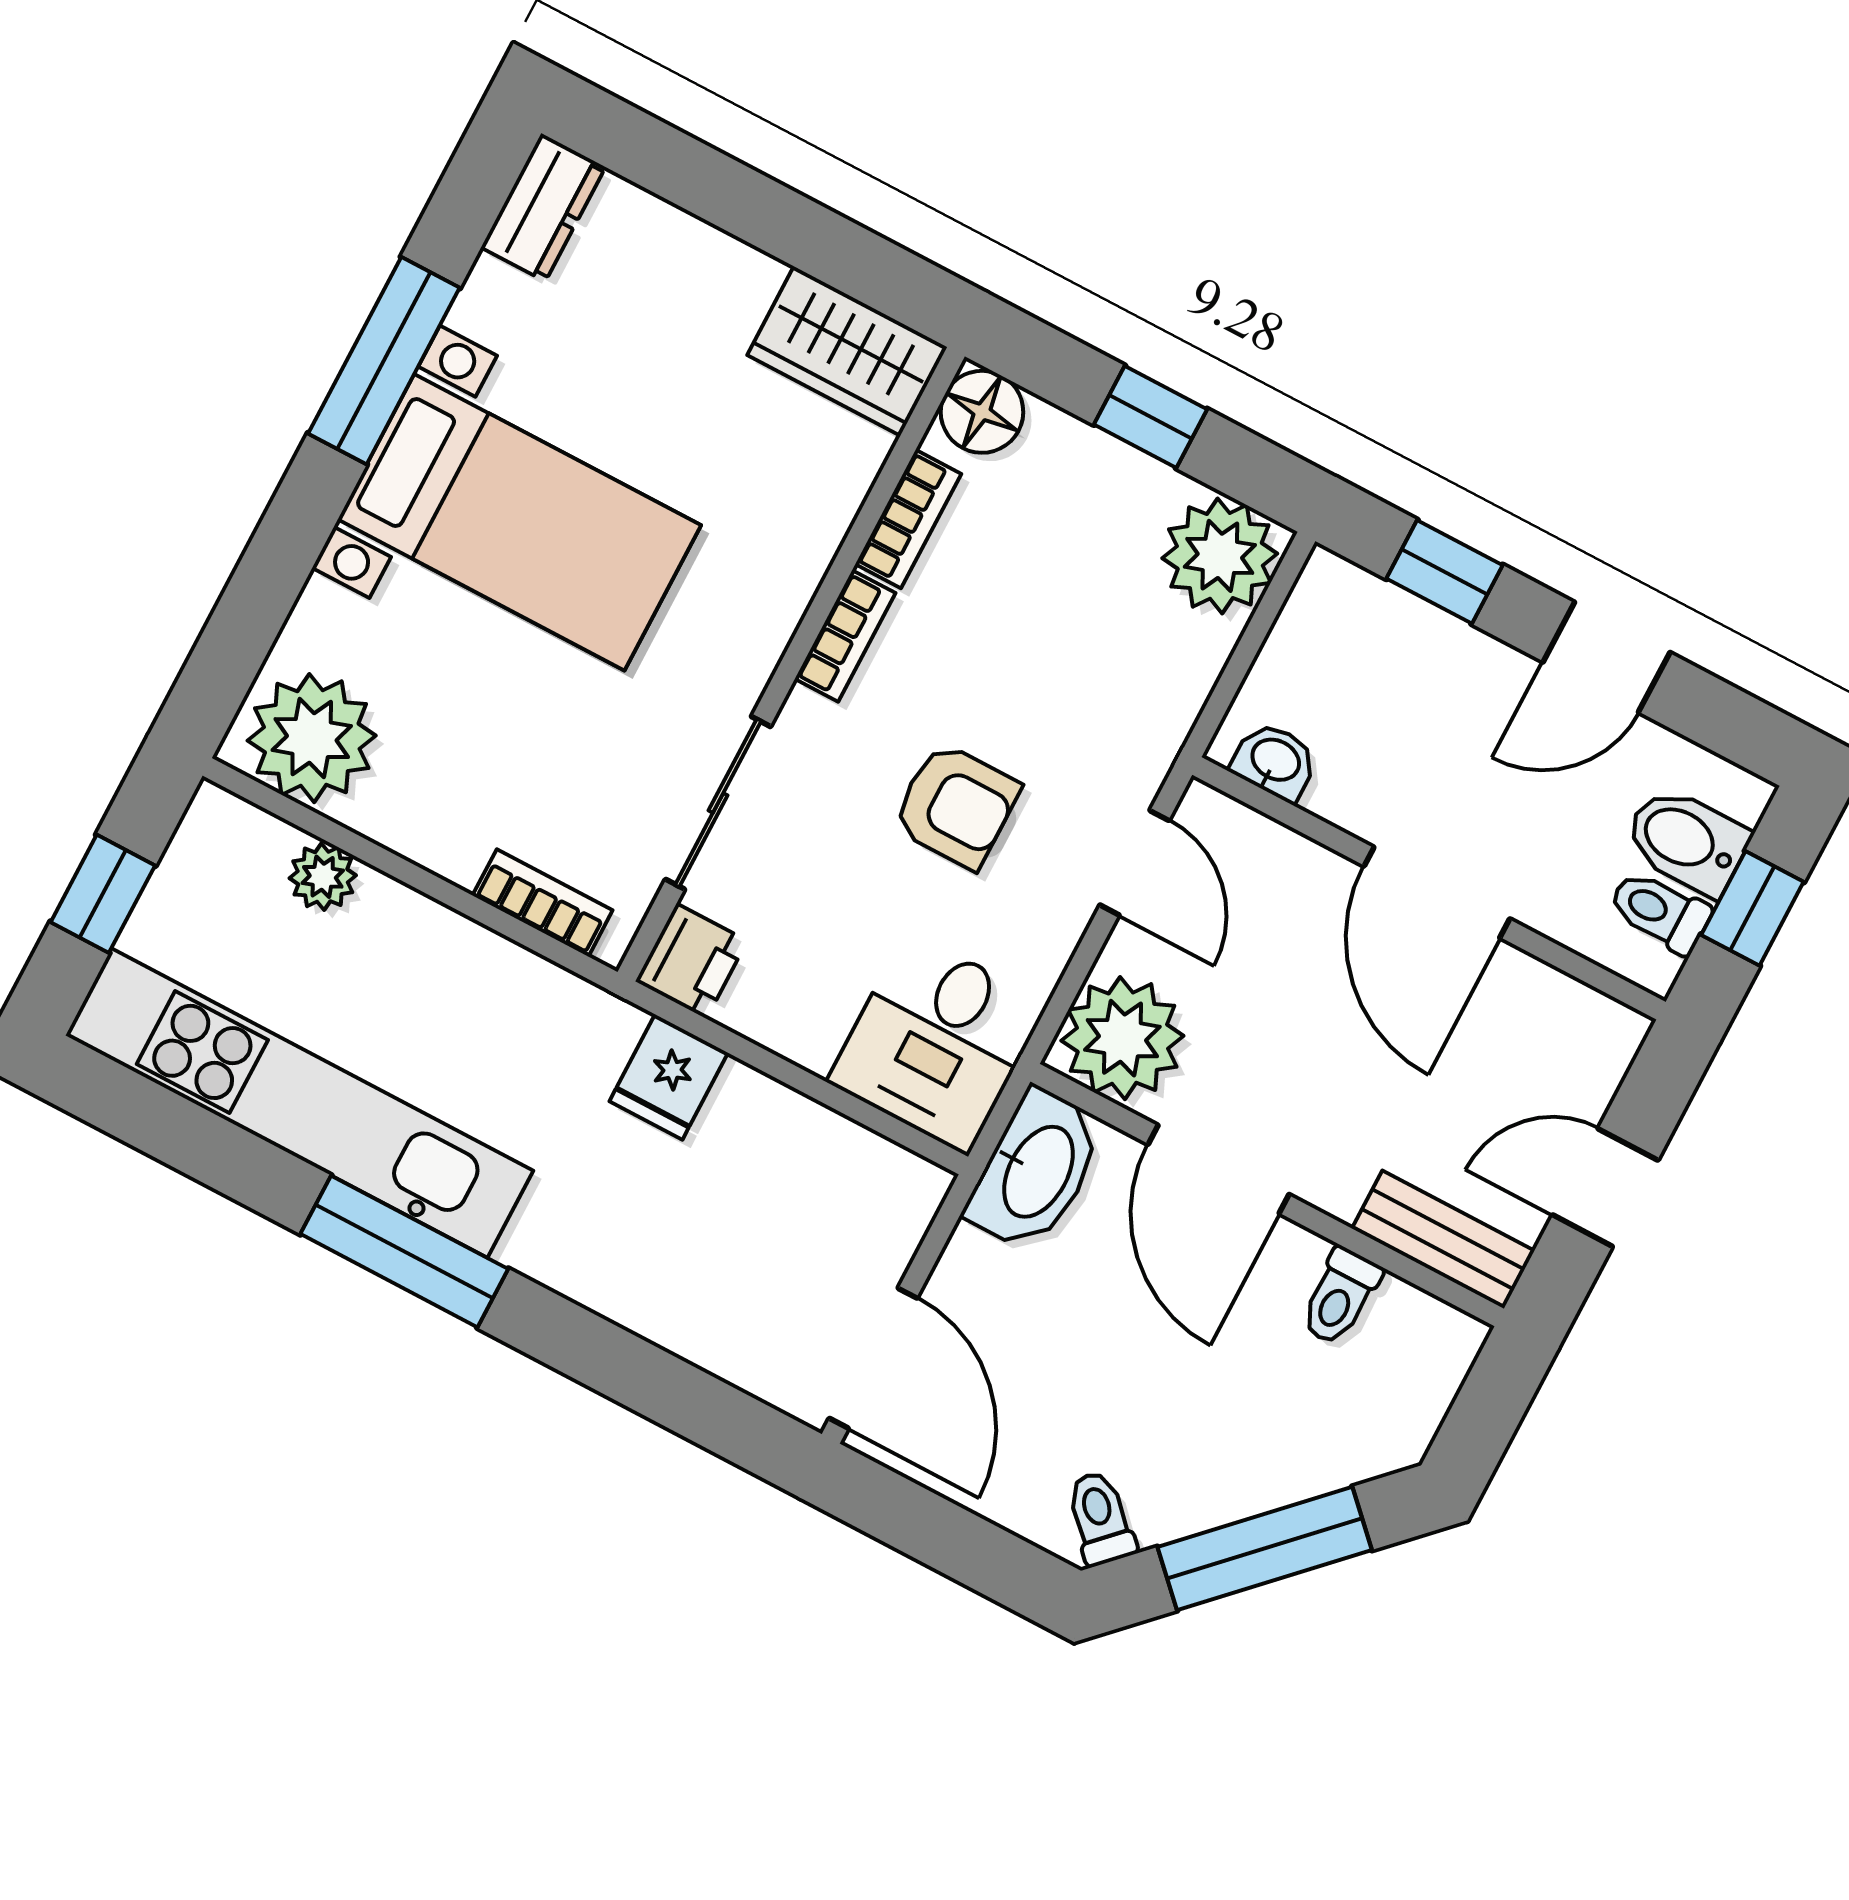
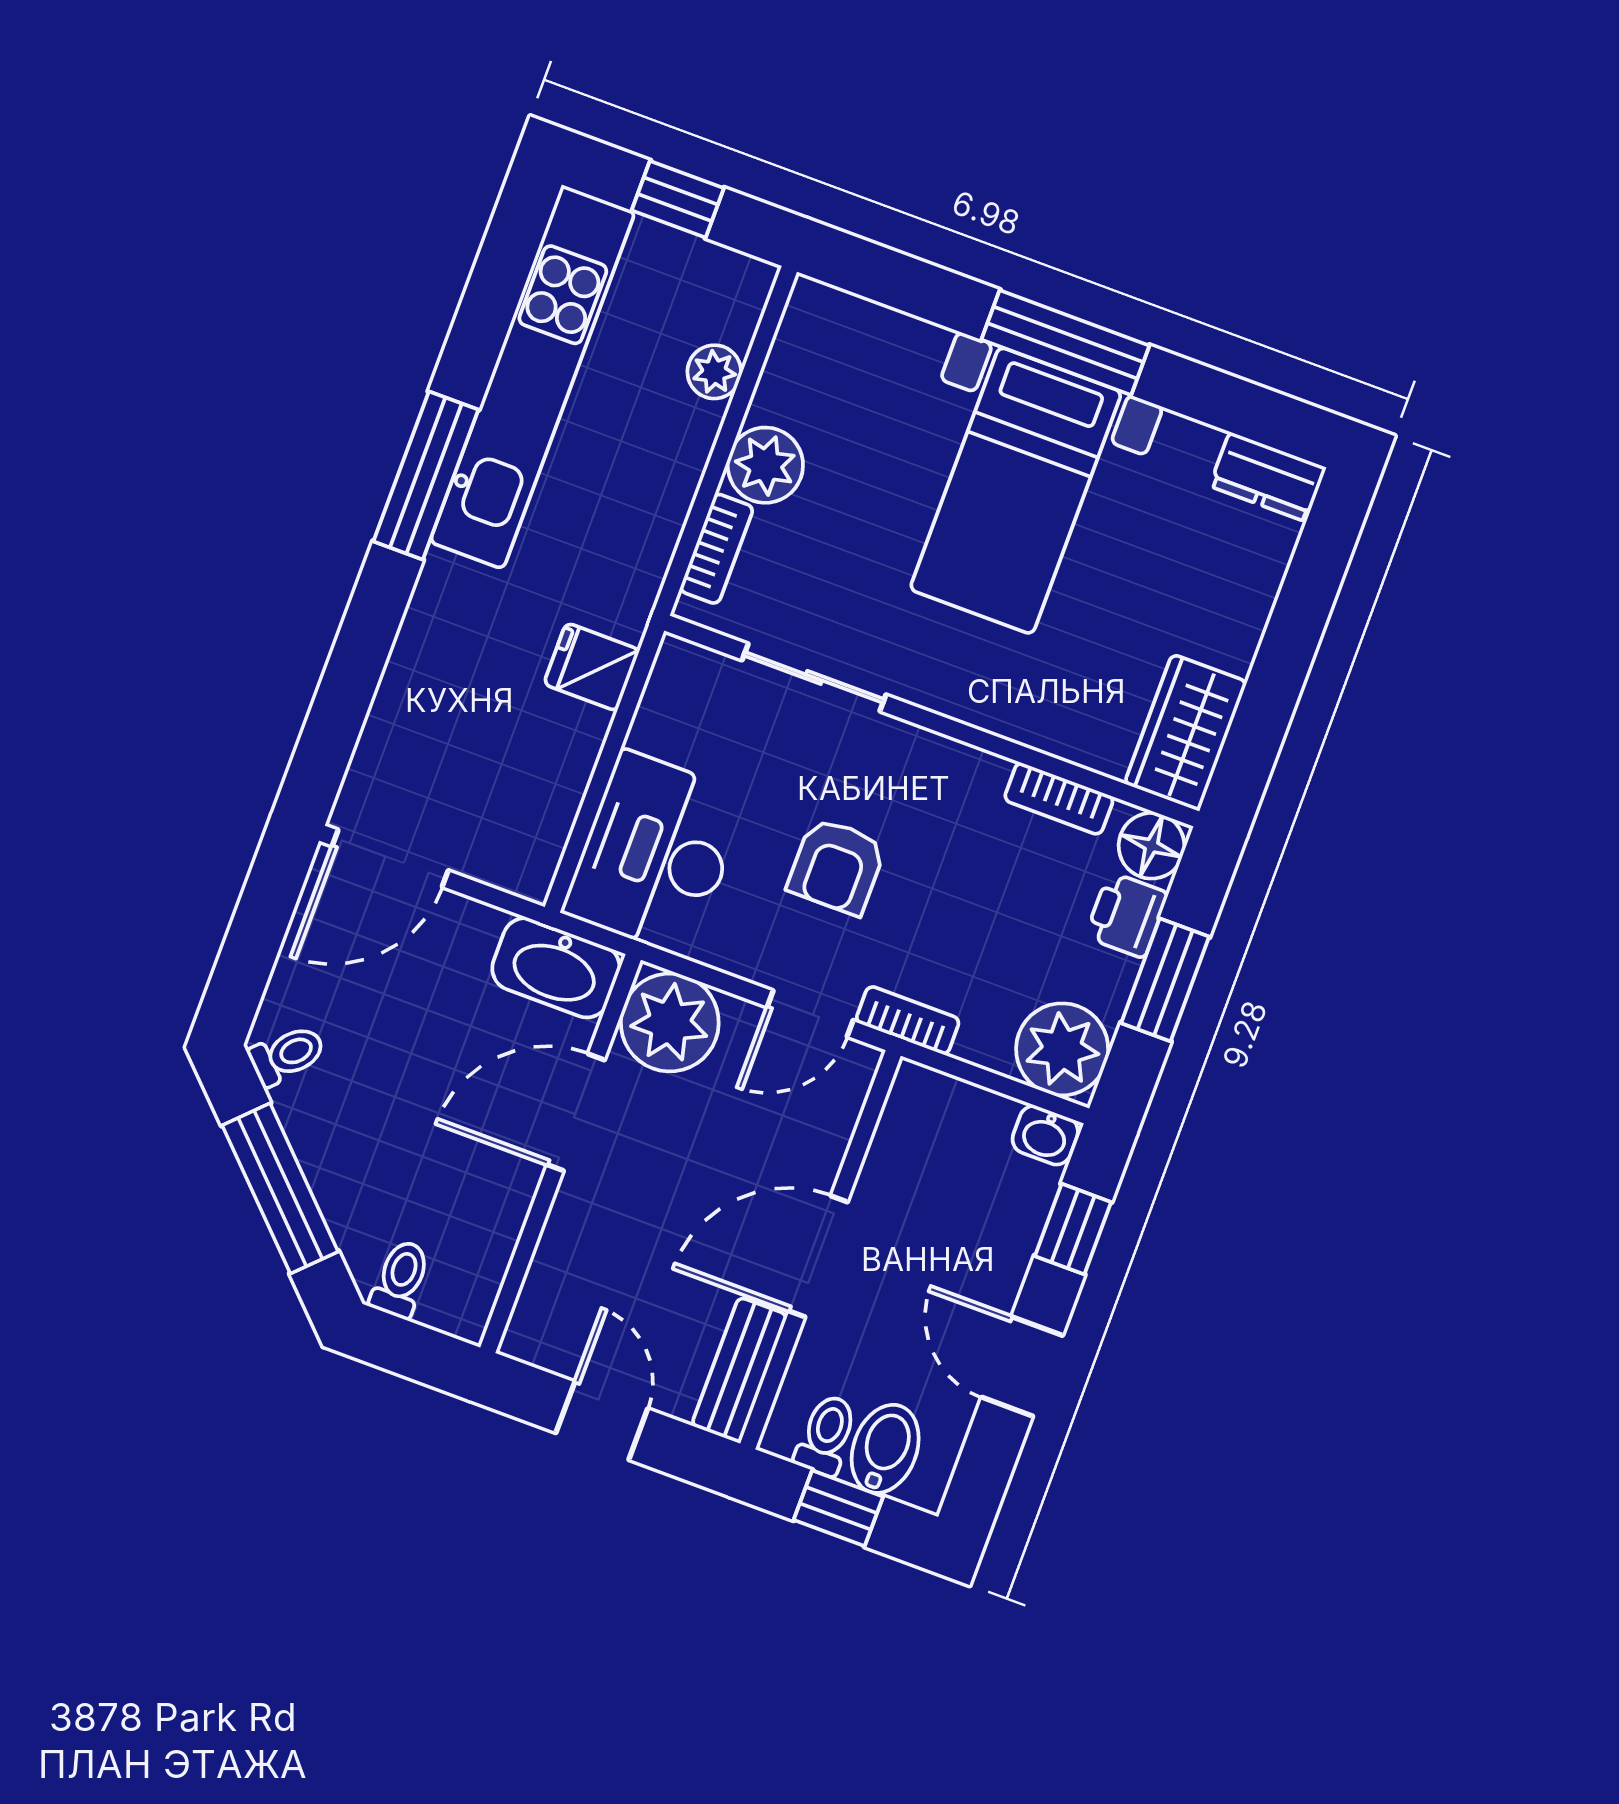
window: (384, 361) -> (1065, 343), moved
window: (1151, 417) -> (1165, 980), width x1.50
bookcase: (845, 636) -> (908, 1020), moved, turned 180
plant: (312, 738) -> (765, 465), moved, width x0.73, depth x0.73
washbasin: (1275, 761) -> (1045, 1135), moved, turned 90
printer: (691, 961) -> (1127, 915), moved, turned 90
desk: (937, 1042) -> (655, 854), width x1.37
bench: (1443, 1239) -> (739, 1370), moved
toilet: (1340, 1296) -> (400, 1279), moved, turned 90

